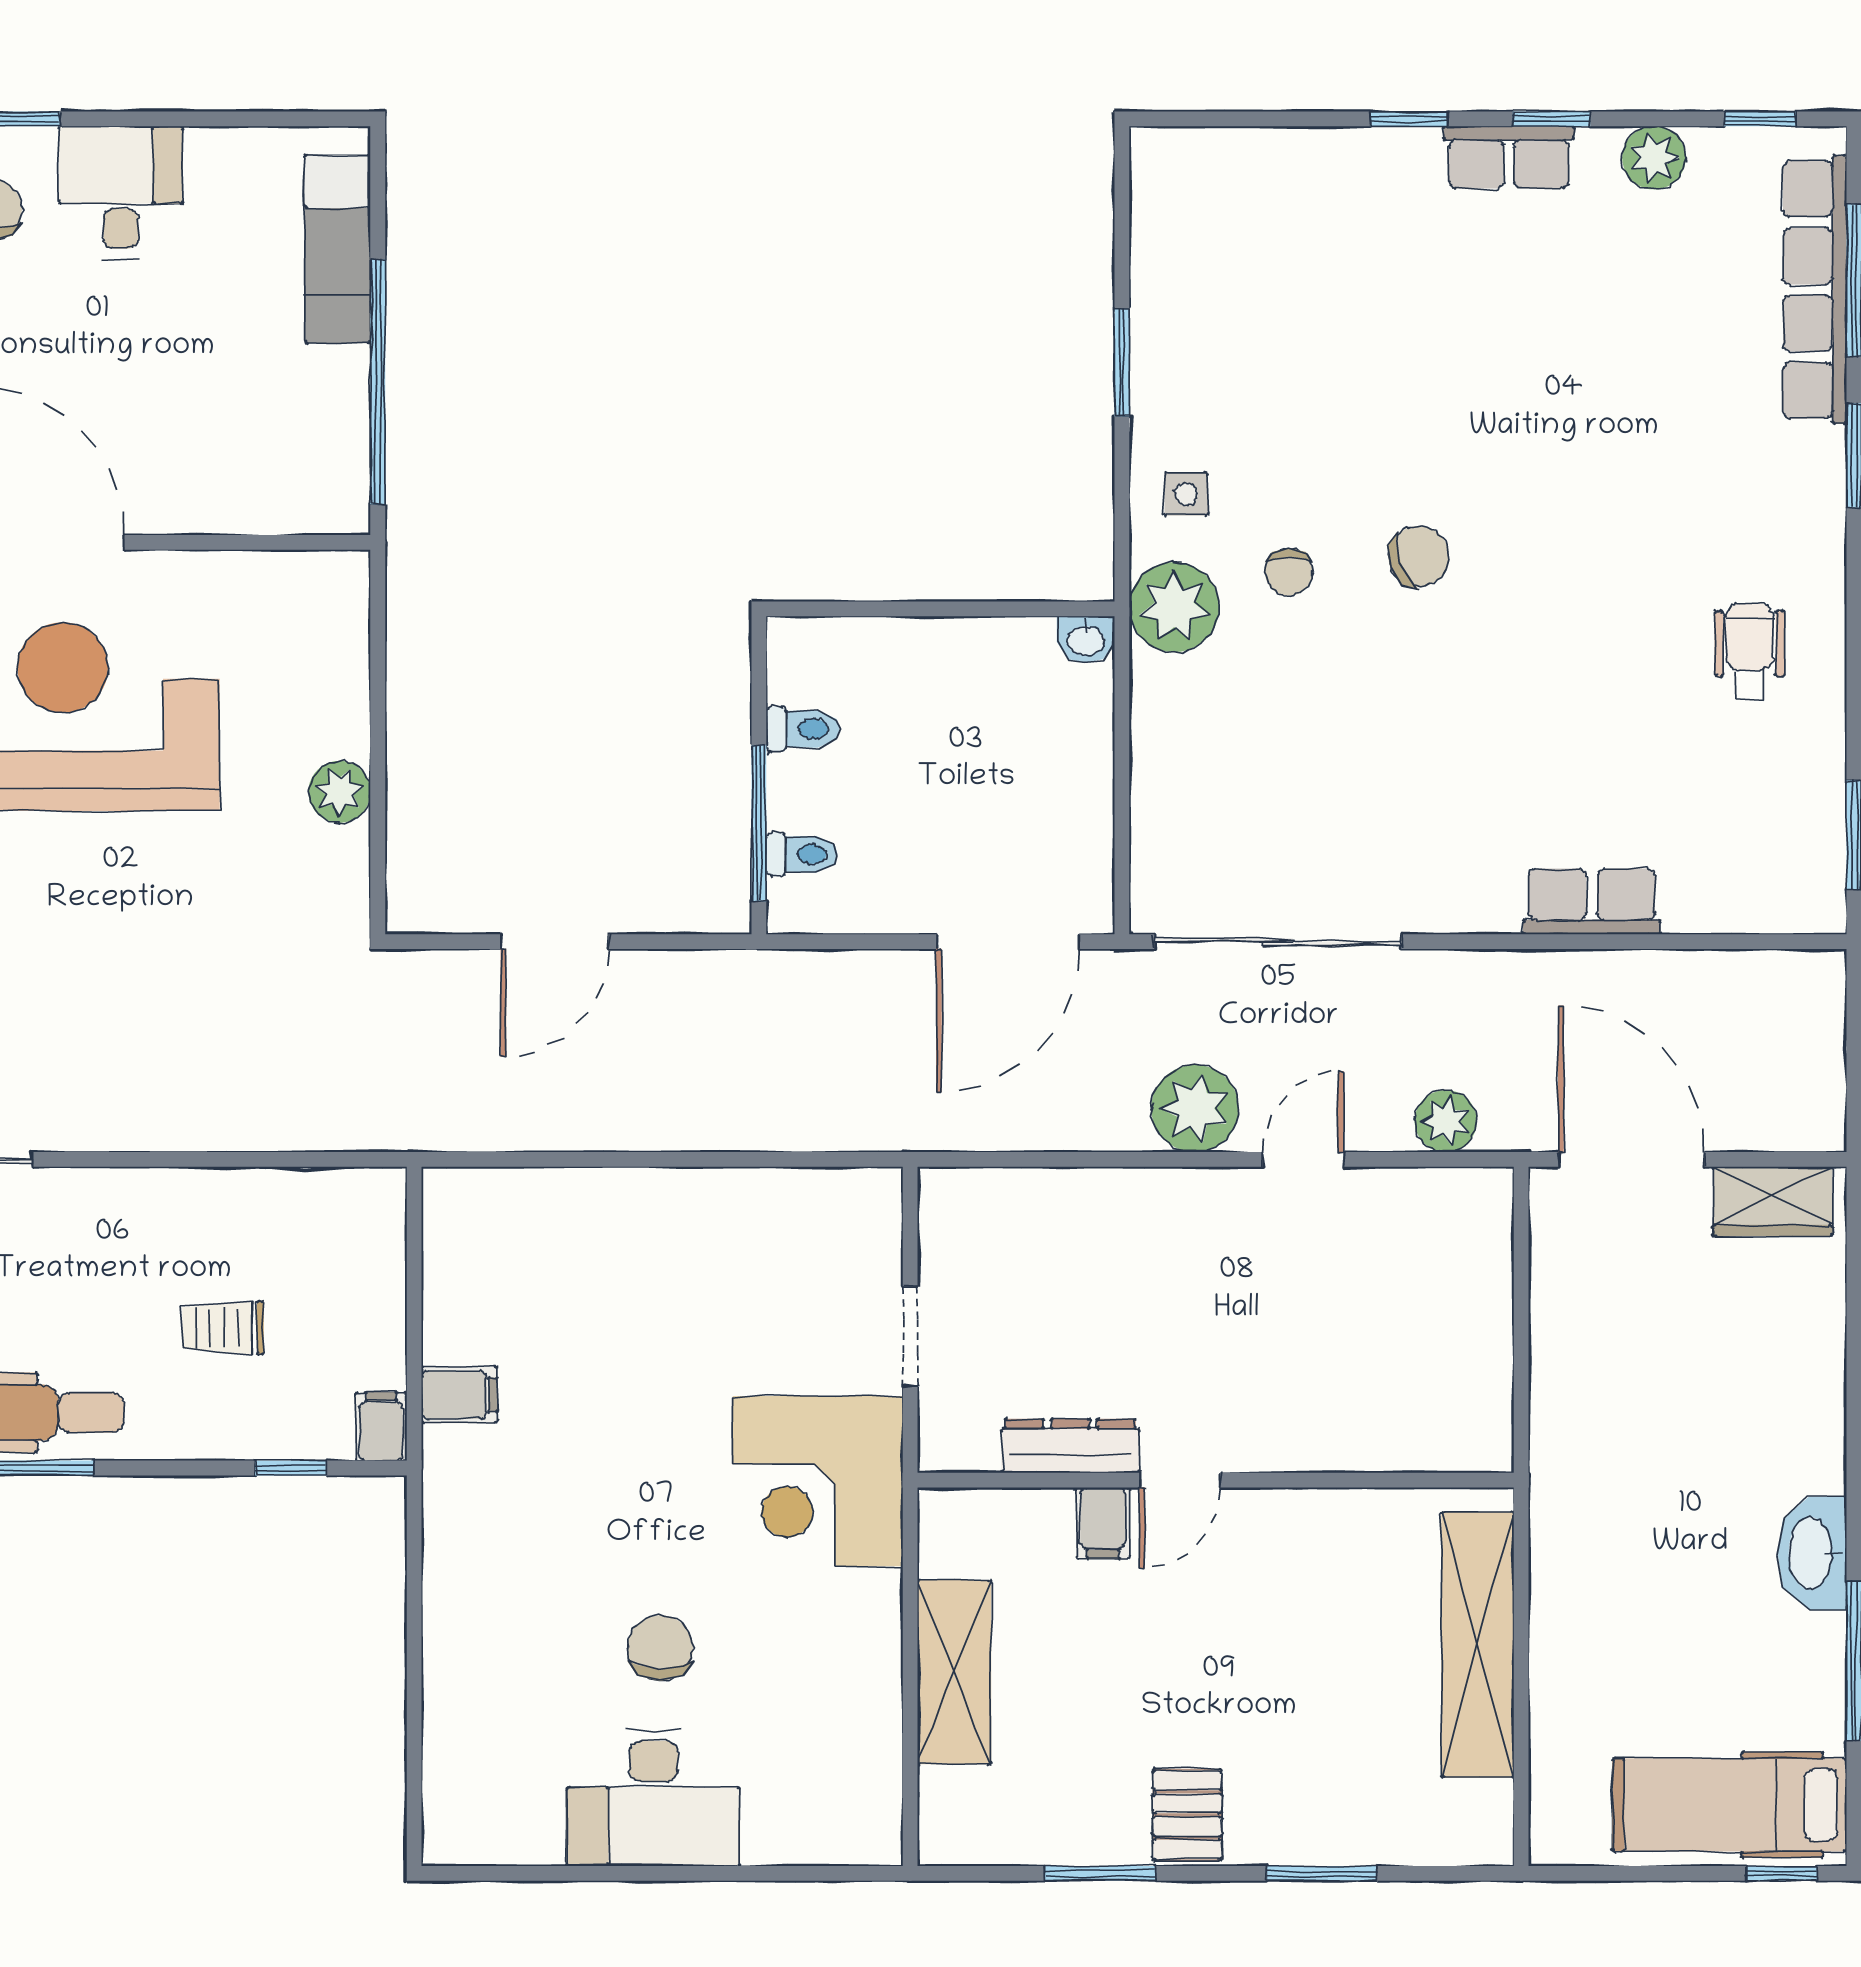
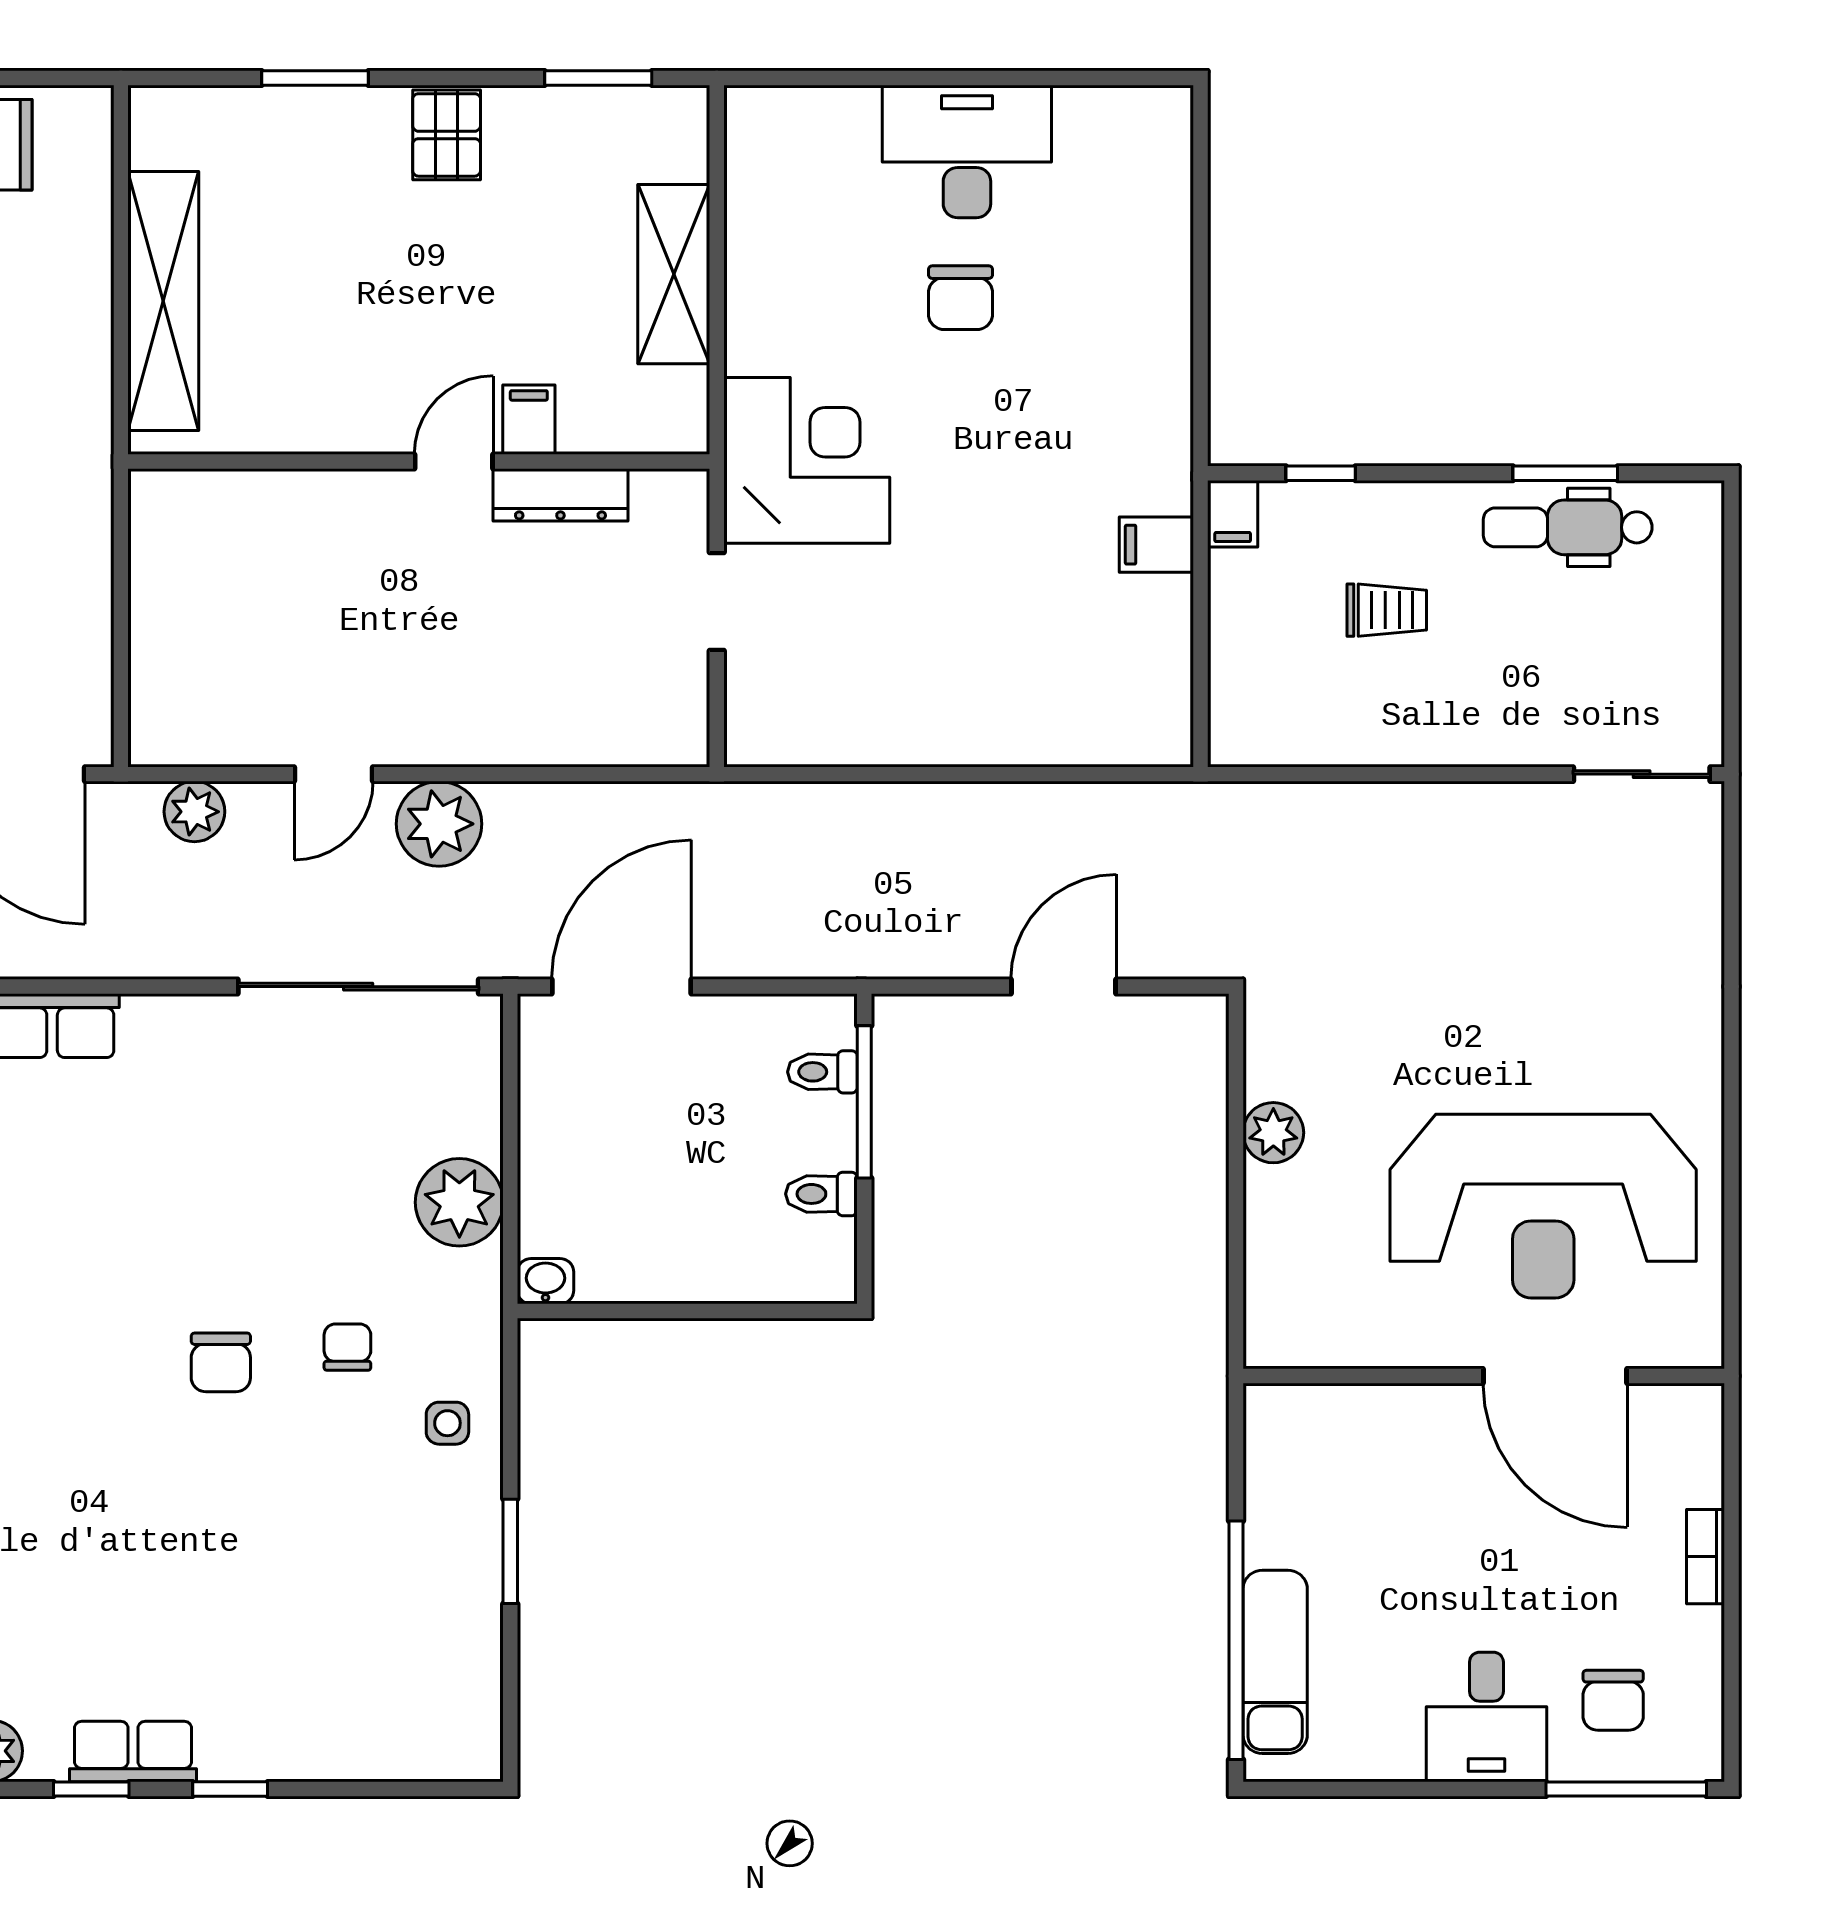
window: (378, 382) -> (1236, 1640), moved
chair: (1419, 556) -> (221, 1362), turned -69
plant: (1174, 607) -> (459, 1202), moved
window: (1100, 1873) -> (598, 78), moved

